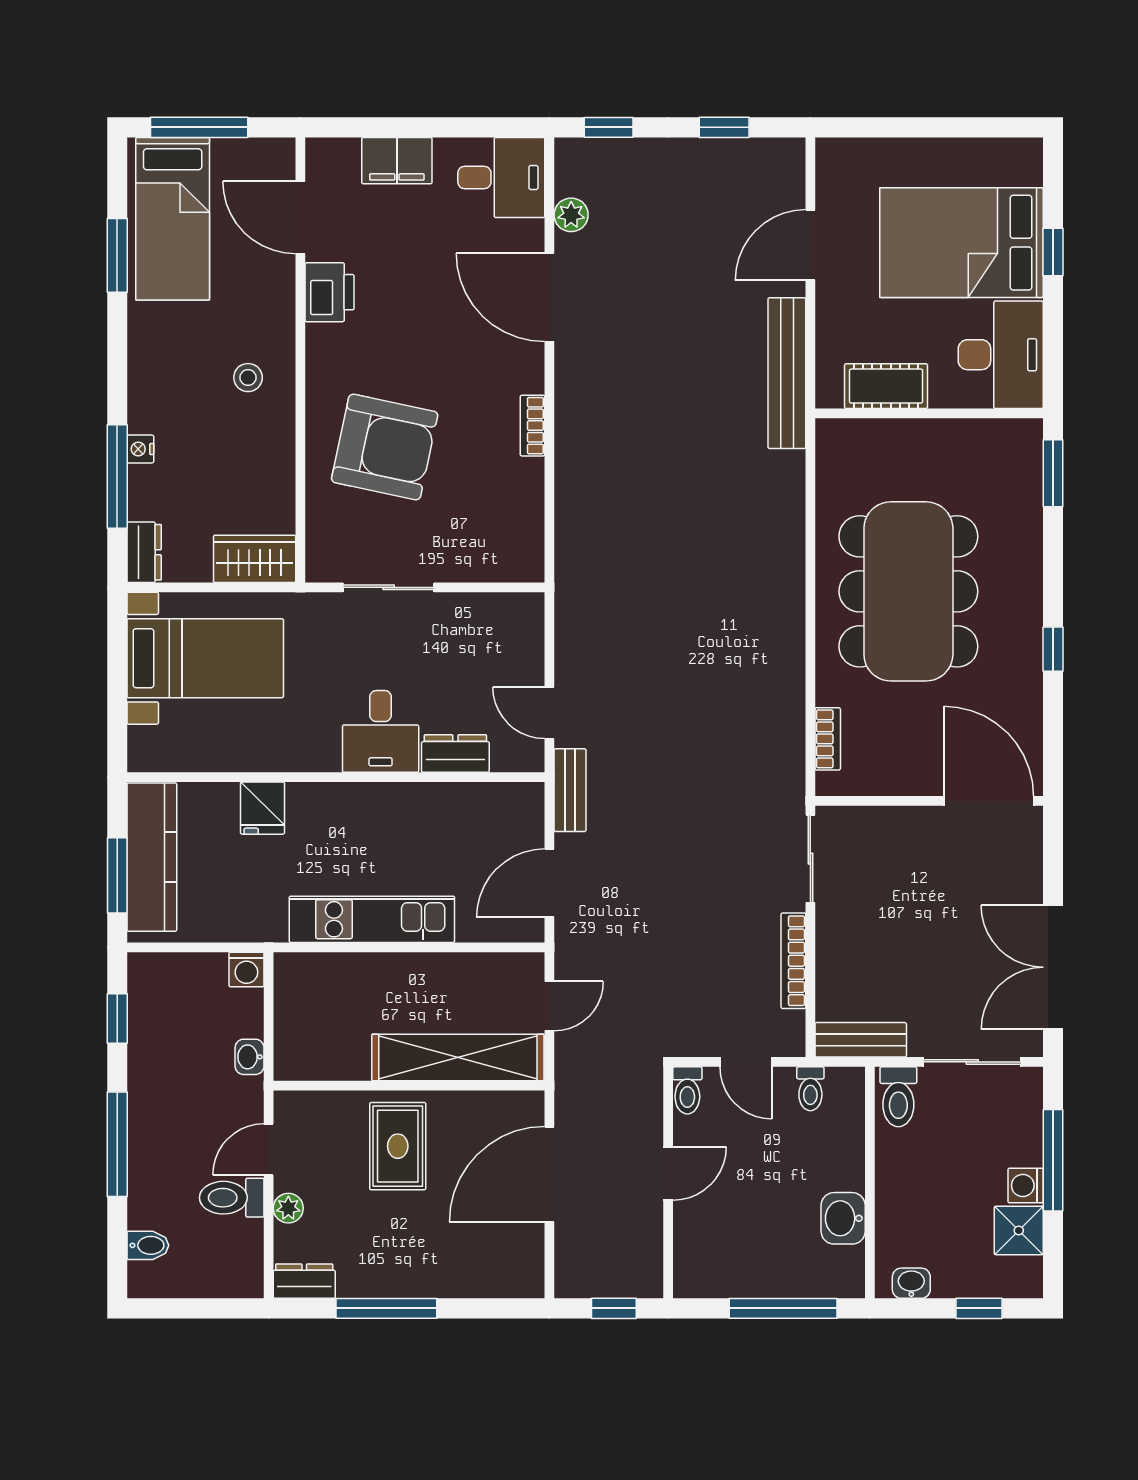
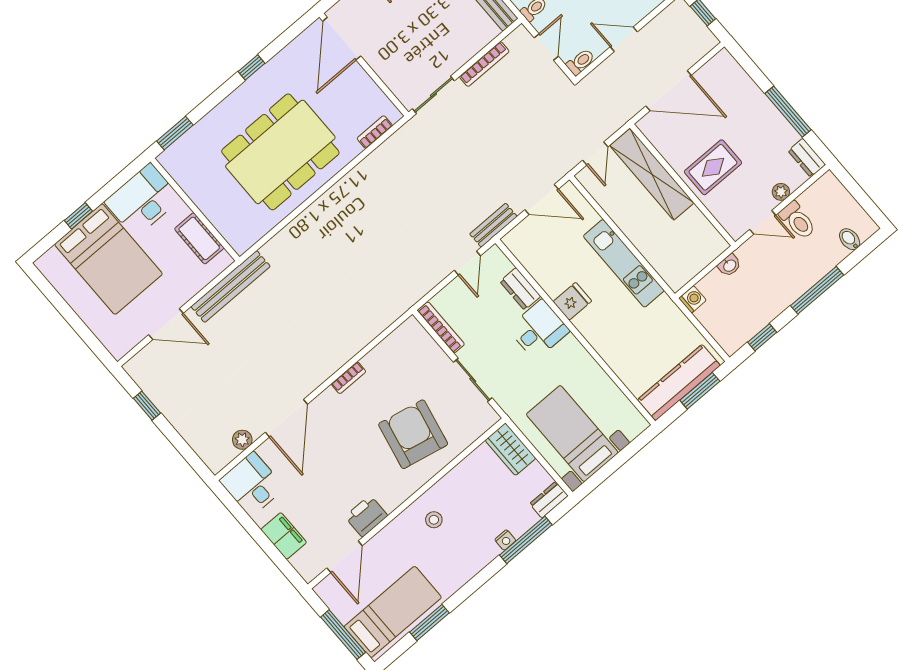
window: (609, 127) -> (190, 456), removed
bookcase: (494, 605) -> (441, 327), added
fridge: (263, 808) -> (572, 301), moved
door: (549, 1006) -> (595, 153), swing flipped

